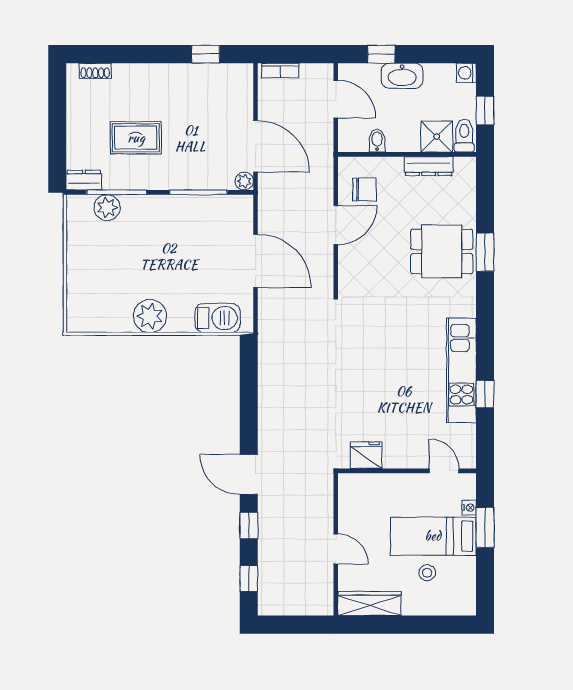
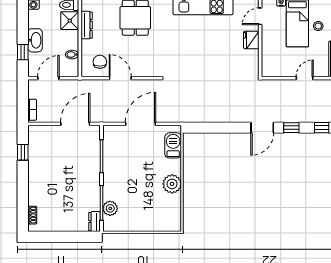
rug: (136, 138) -> (70, 192), removed
plant: (244, 181) -> (95, 130), removed
fridge: (366, 455) -> (251, 40), moved

